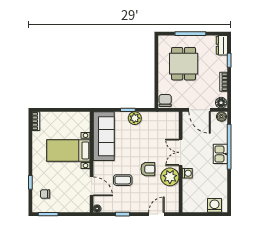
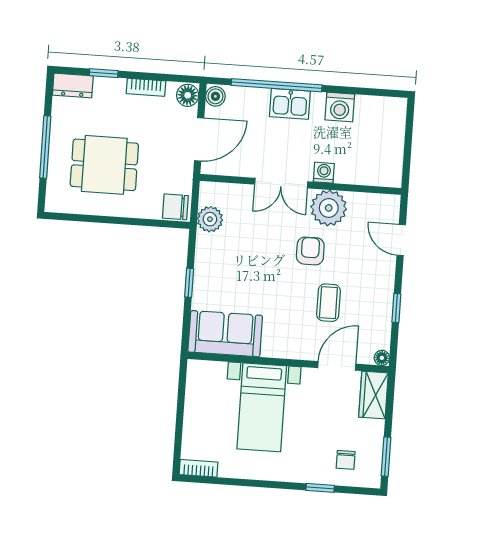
plant: (135, 118) -> (210, 219), moved
sofa: (104, 136) -> (225, 334), width x0.73
washing machine: (214, 205) -> (340, 107), moved, turned -90
wardrobe: (78, 206) -> (374, 395), added

